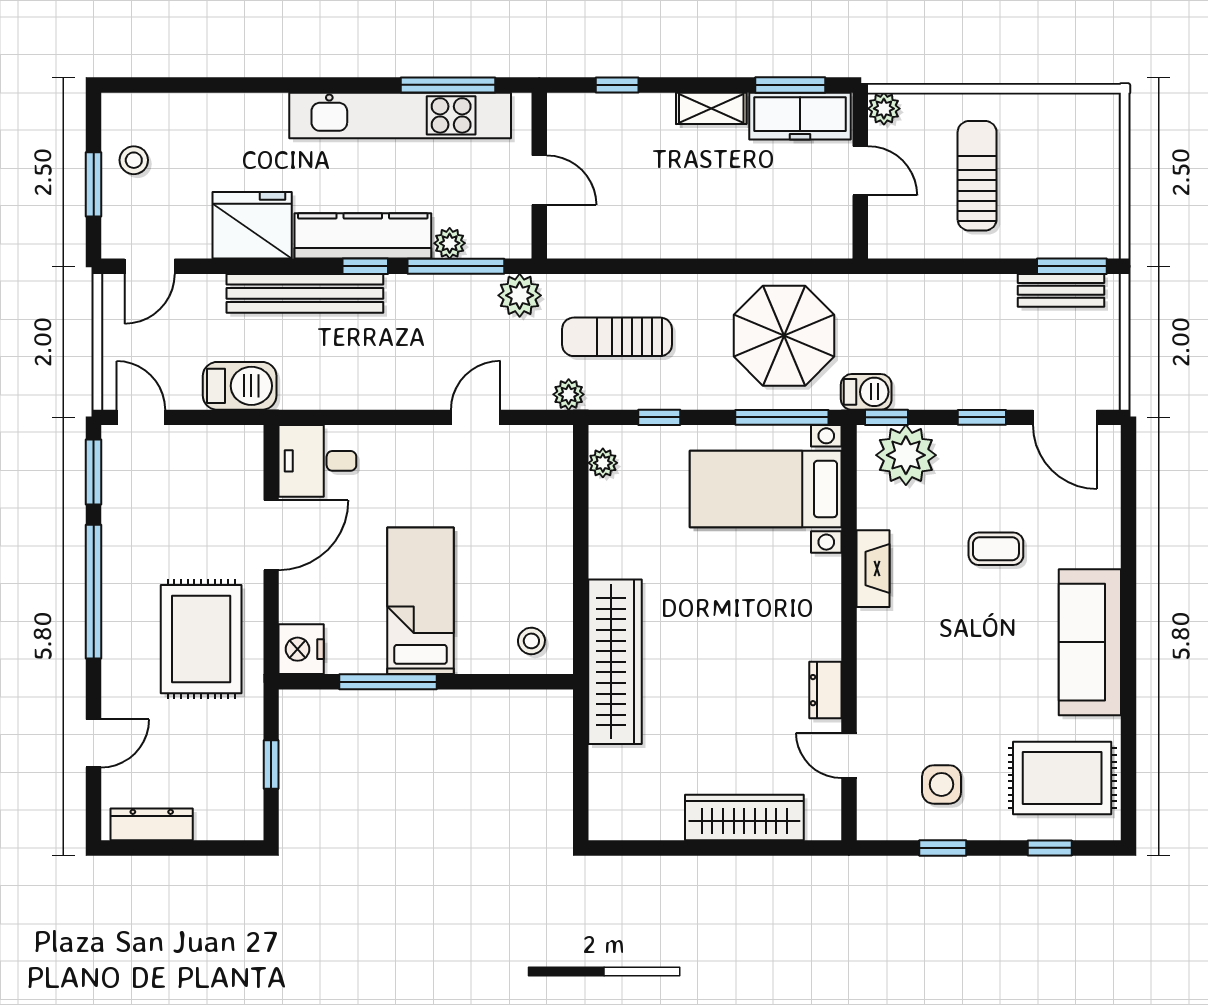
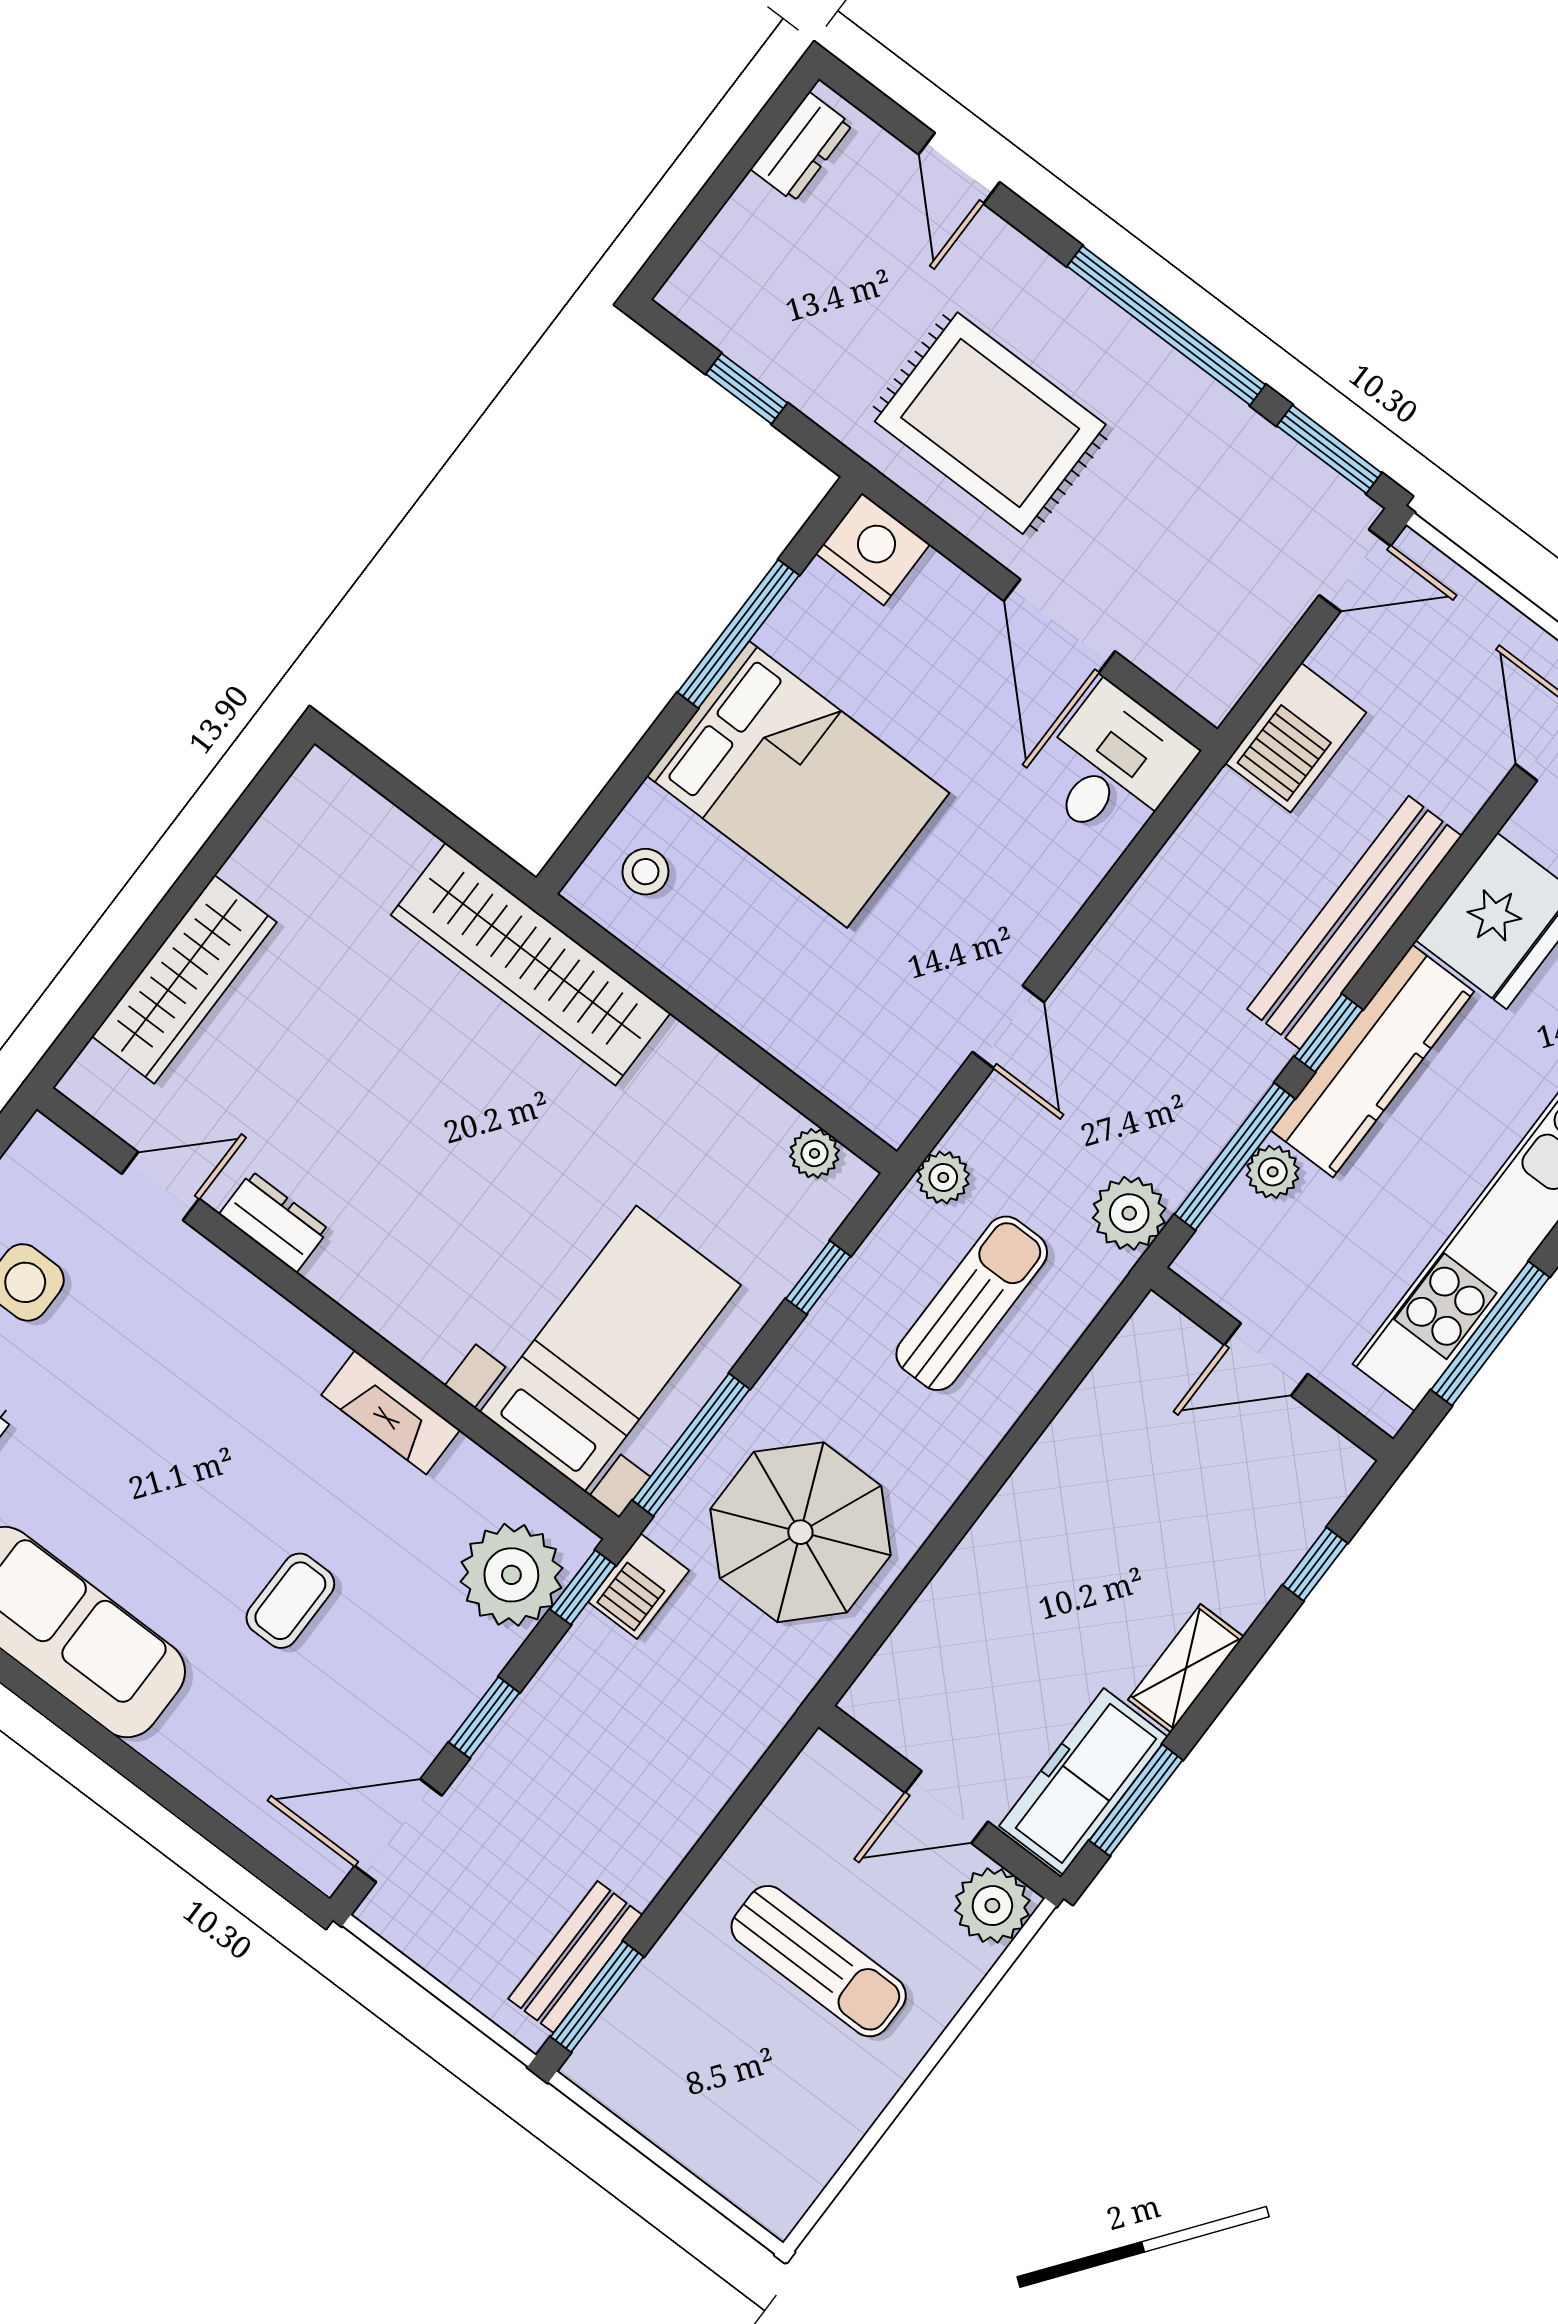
plant: (884, 109) -> (992, 1906), width x1.38, depth x1.38
bed: (421, 601) -> (798, 784), width x1.50
dresser: (152, 824) -> (801, 147), width x0.70

